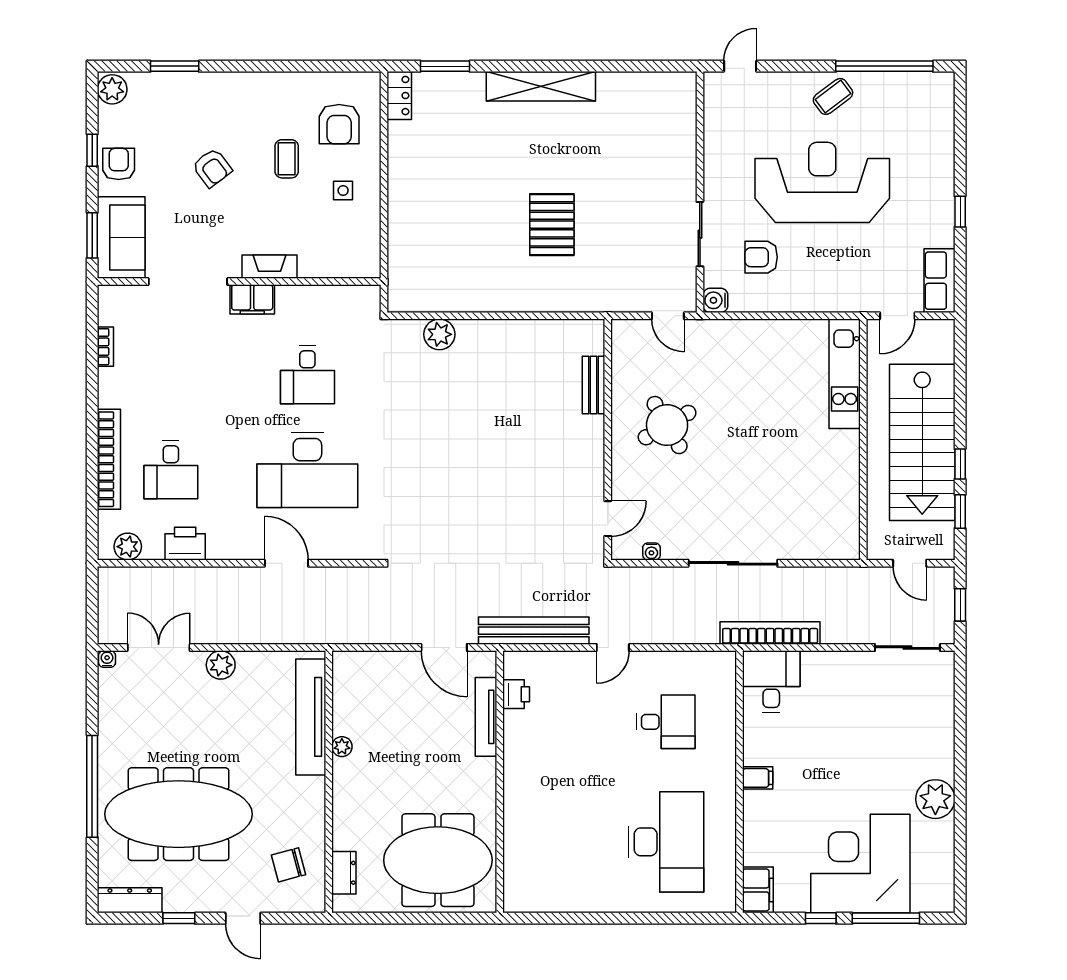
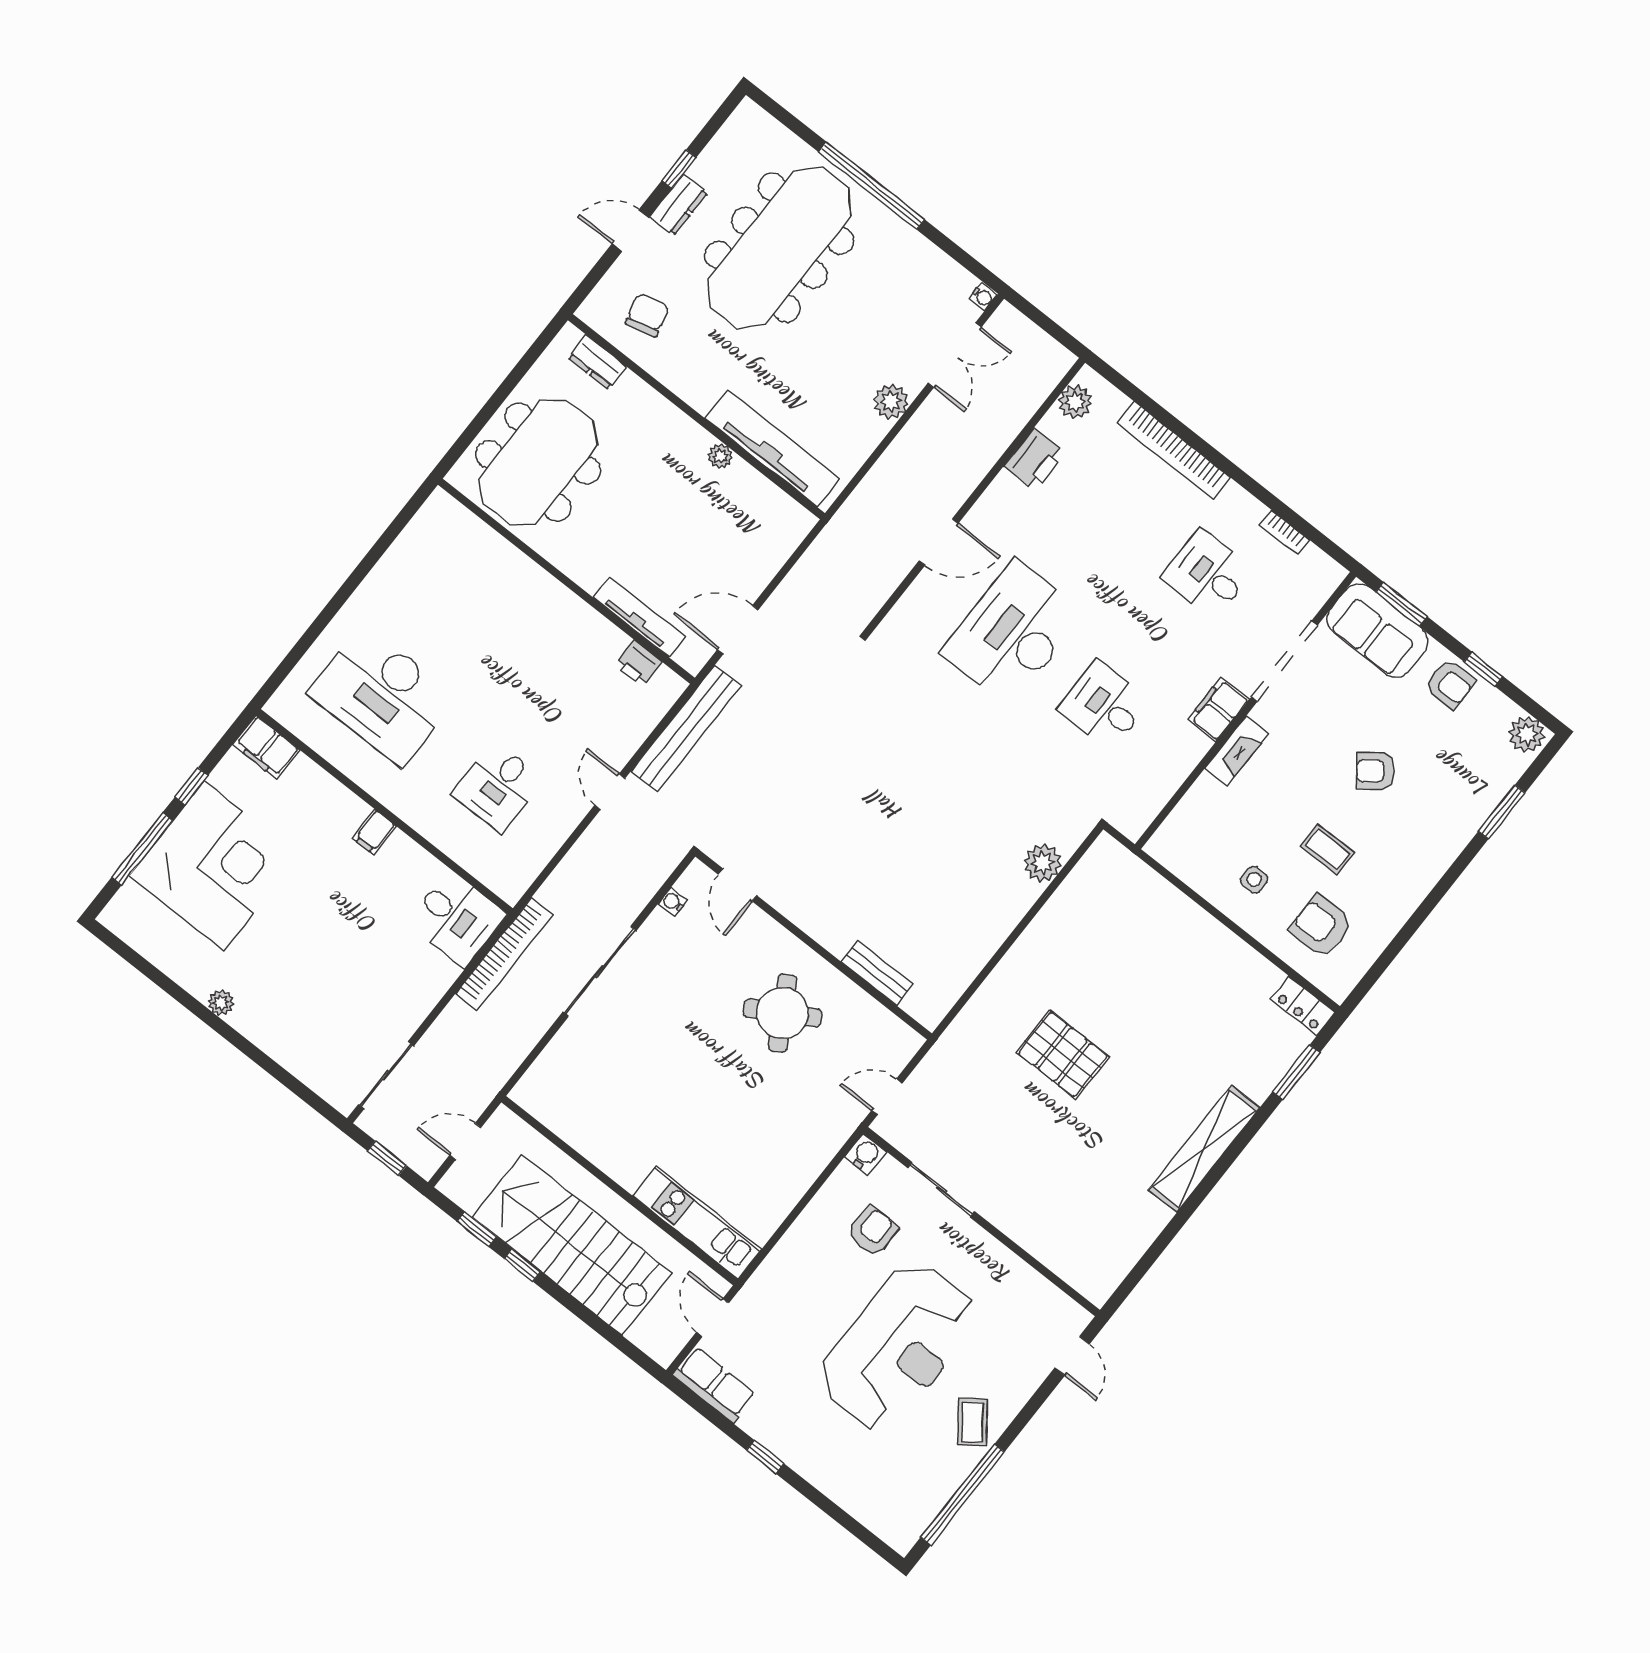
desk: (171, 470) -> (1208, 574), moved
plant: (935, 799) -> (221, 1003), width x0.53, depth x0.53
dresser: (130, 900) -> (679, 205), moved, width x0.70

